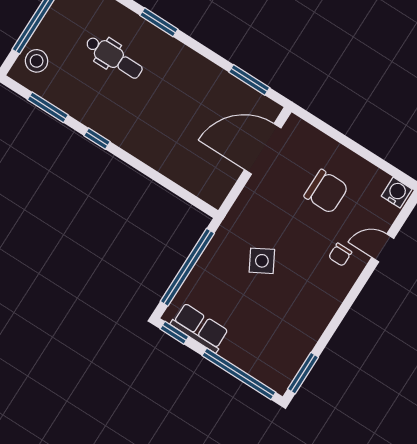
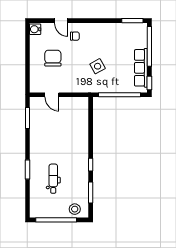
door: (263, 149) -> (52, 95), width x0.53
row of seats: (200, 328) -> (141, 68), width x1.48

